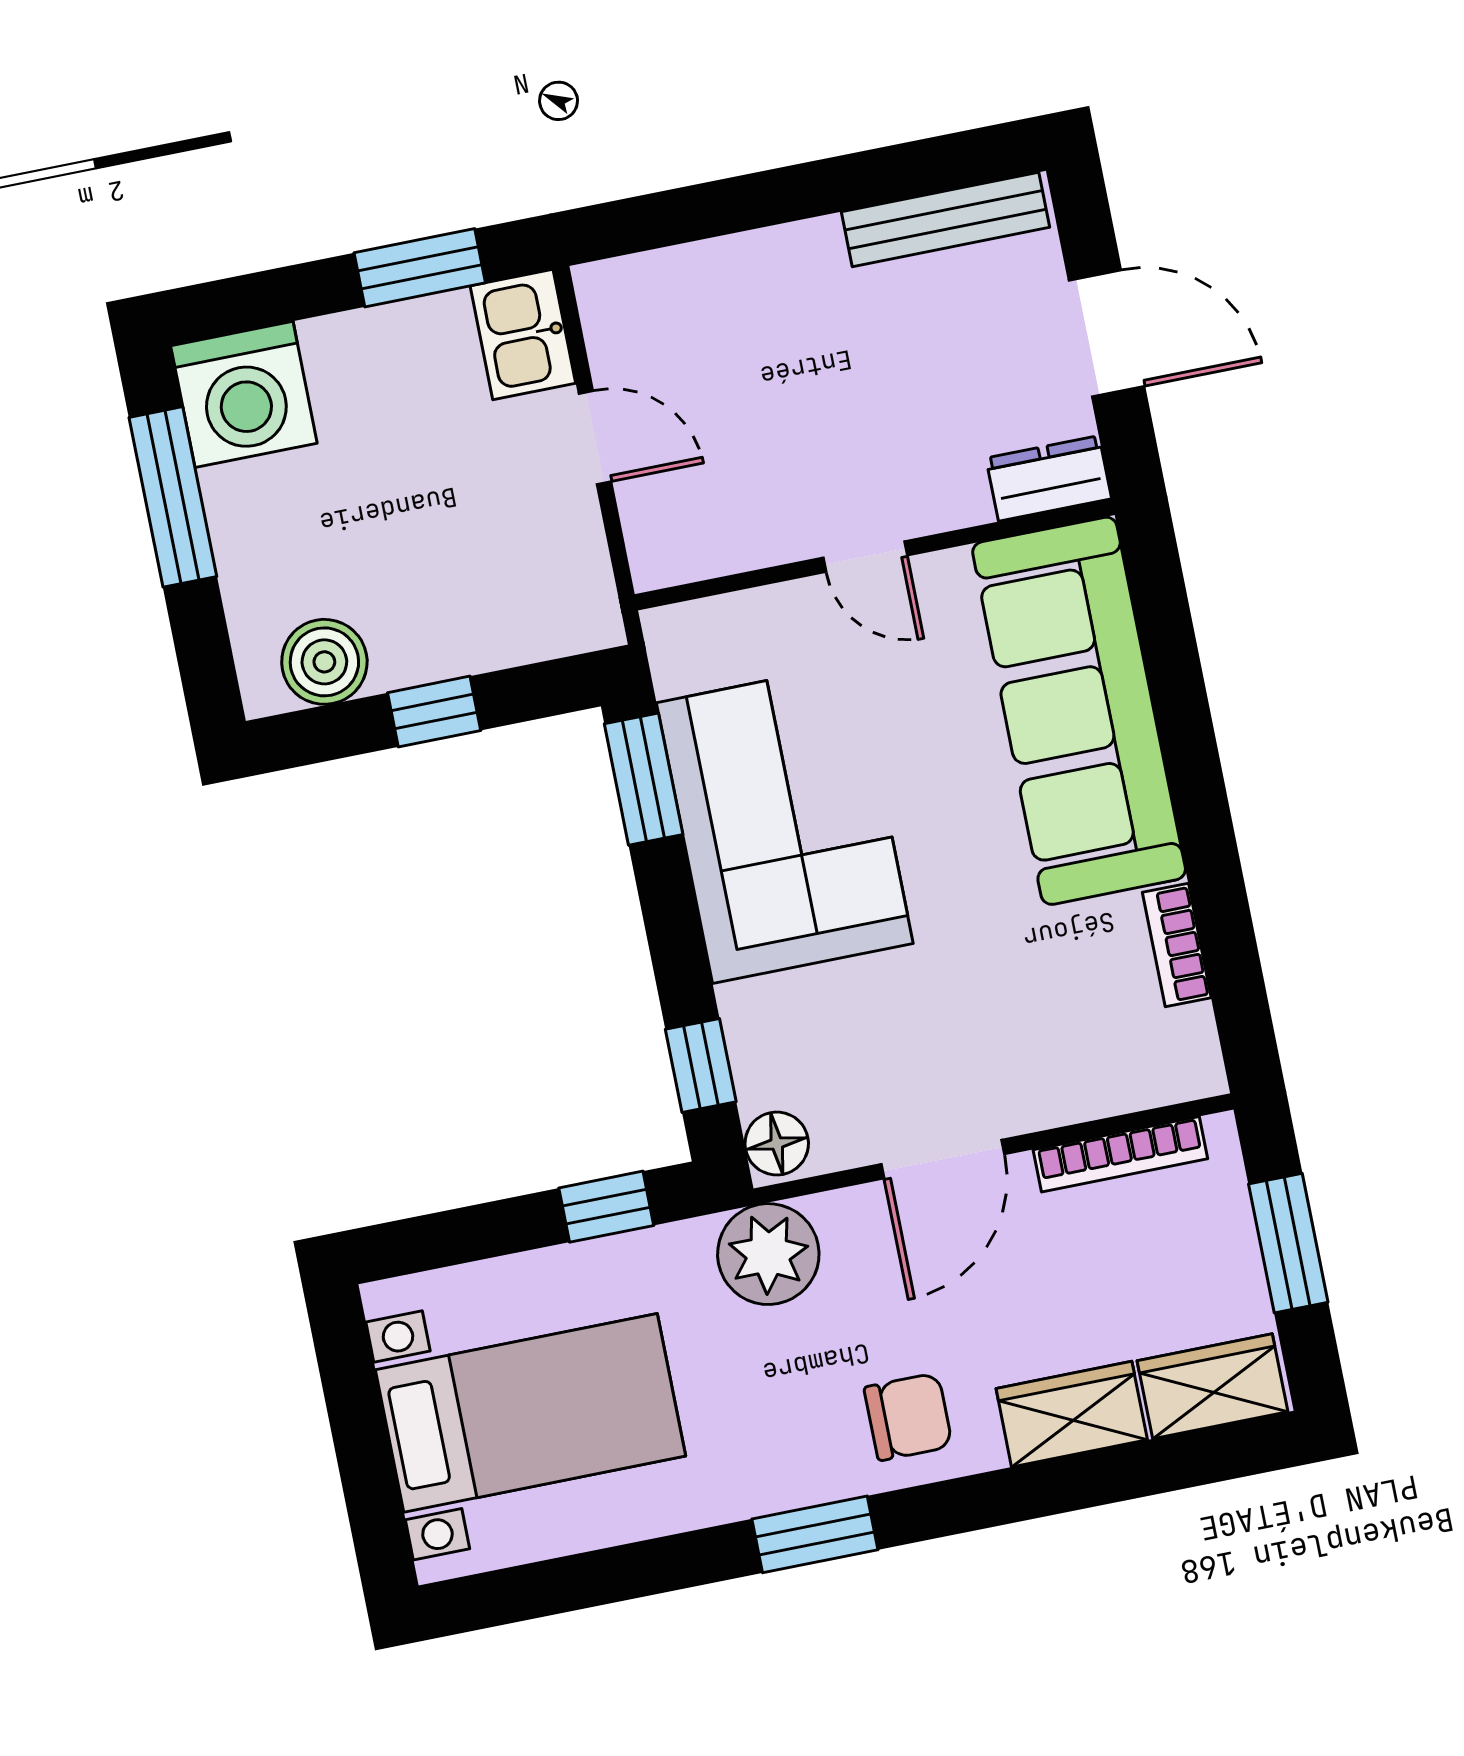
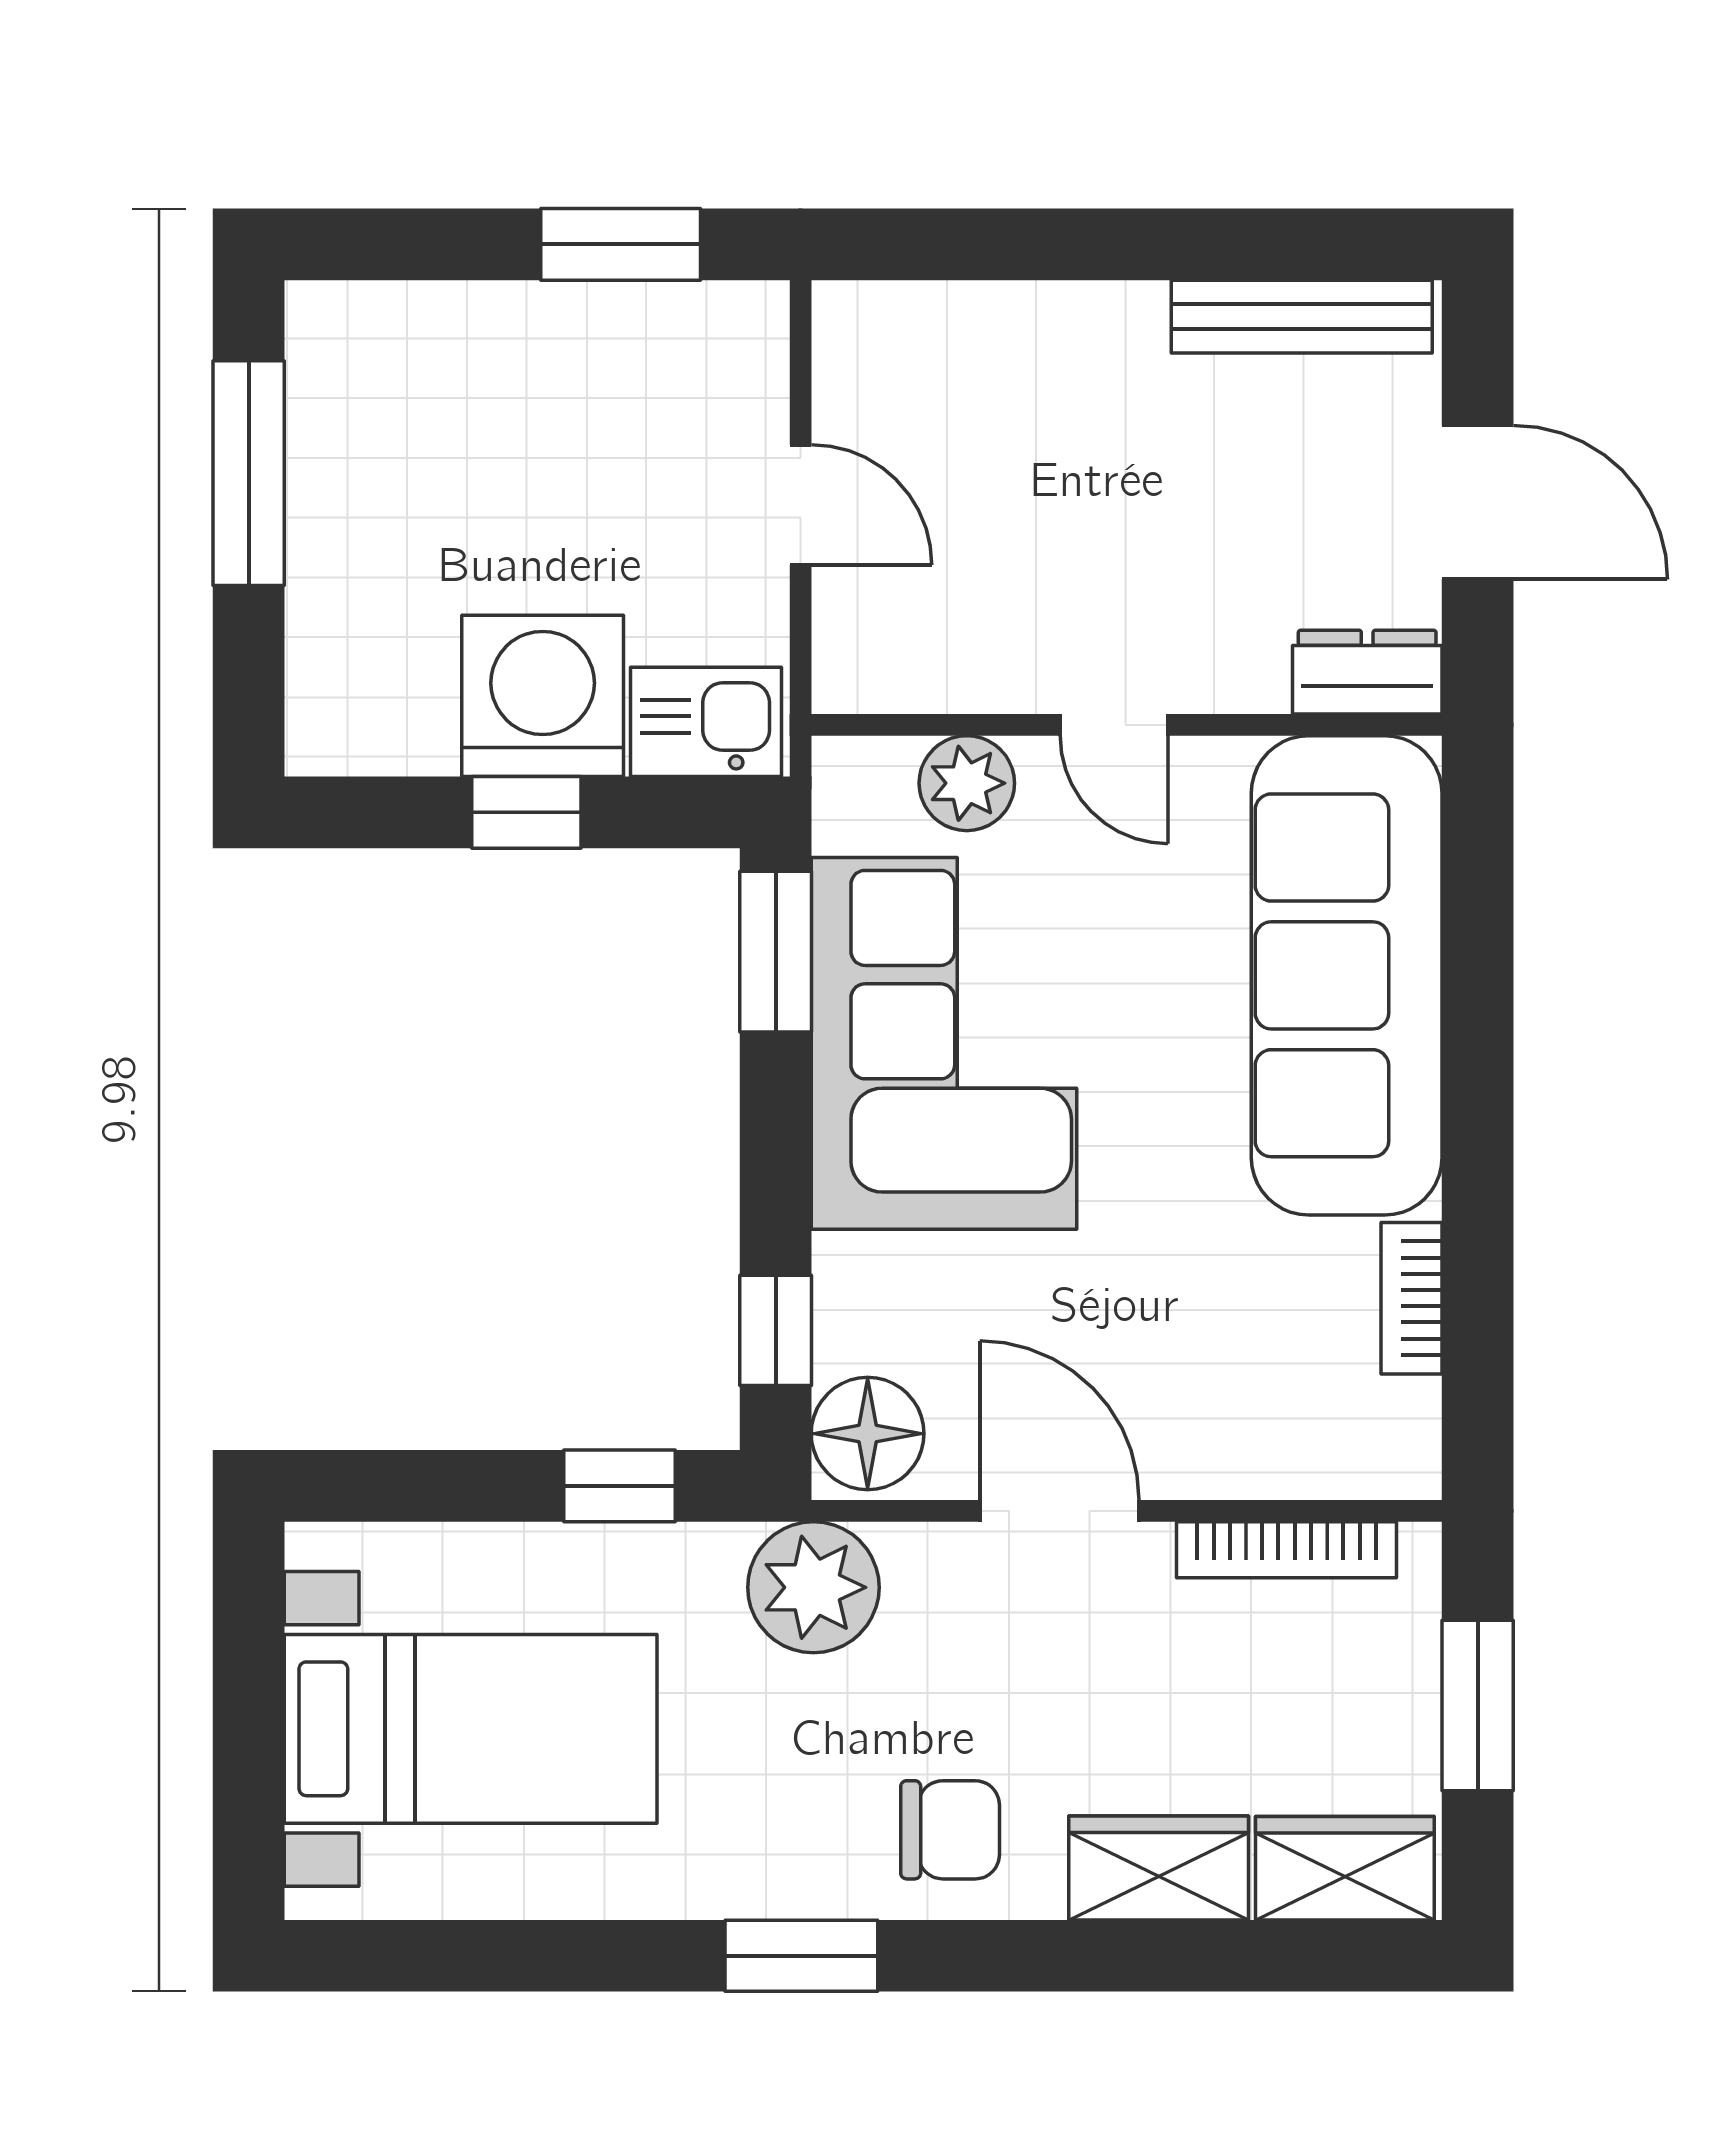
kitchen sink: (523, 335) -> (706, 722), moved, turned 90
washing machine: (244, 394) -> (543, 696), moved, turned 180
plant: (763, 623) -> (967, 783), added
boiler: (324, 662) -> (399, 721), removed
floor lamp: (777, 1144) -> (868, 1434), width x1.38, depth x1.38
door: (943, 1159) -> (1059, 1511), swing flipped

